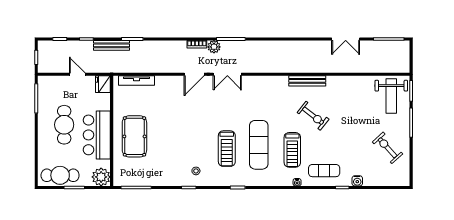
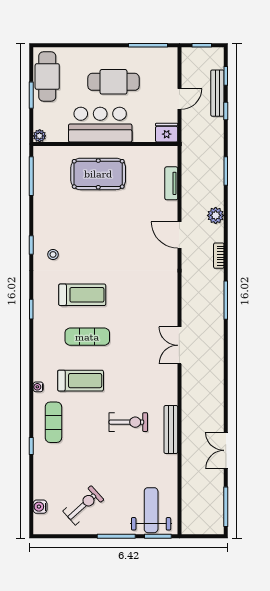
bench: (112, 45) -> (217, 93), moved
plant: (214, 47) -> (216, 215), moved
door: (194, 74) -> (179, 235), moved
double door: (227, 74) -> (179, 345), moved
tv unit: (136, 81) -> (171, 183), width x0.71
bench: (307, 81) -> (171, 429), moved
weight bench: (391, 96) -> (151, 510), turned 90
exercise bike: (313, 116) -> (128, 422), moved, turned -128
exercise mat: (259, 145) -> (87, 337), width x0.73, depth x0.69
treadmill: (227, 149) -> (82, 295), turned 180
treadmill: (292, 150) -> (81, 381), turned 180
plant: (101, 177) -> (40, 136), width x0.53, depth x0.53
water cooler: (357, 181) -> (40, 507), moved

